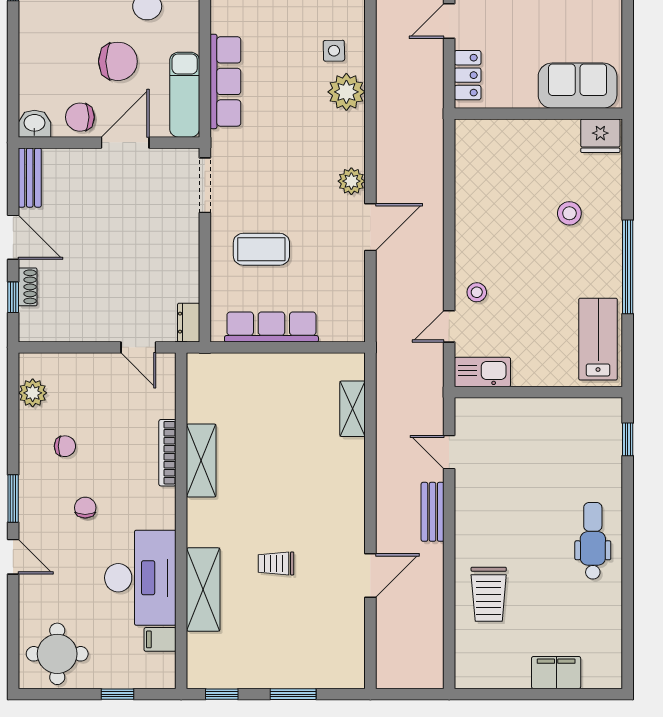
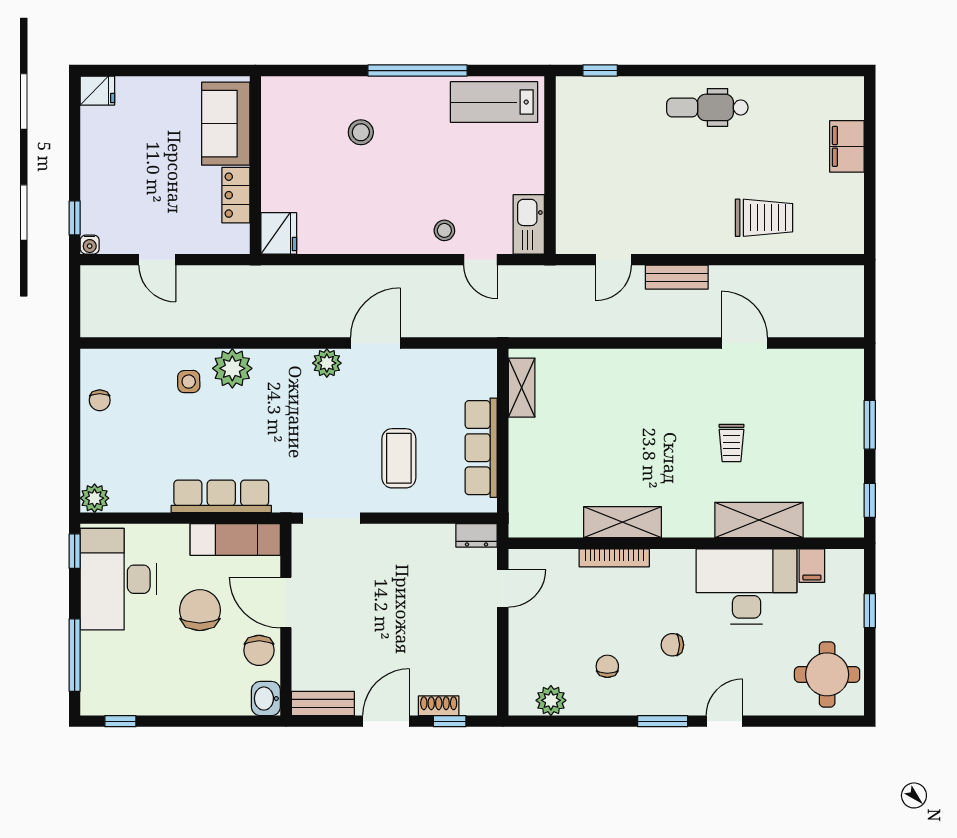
locker: (468, 75) -> (236, 195), moved, turned -90
fridge: (600, 136) -> (279, 233), moved
door: (370, 227) -> (375, 343), hinge flipped
shelving: (353, 409) -> (522, 388), moved, turned 90

